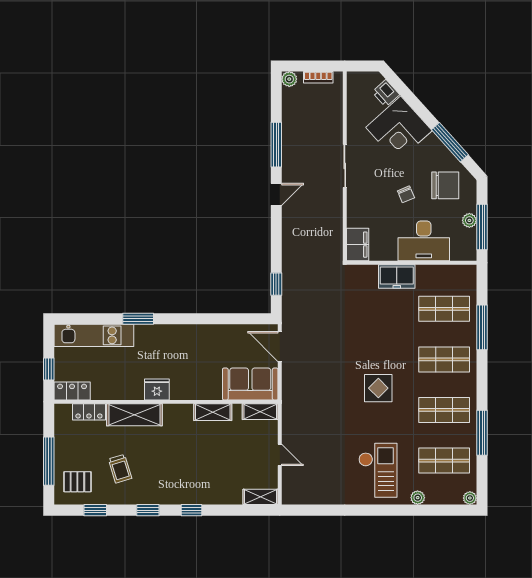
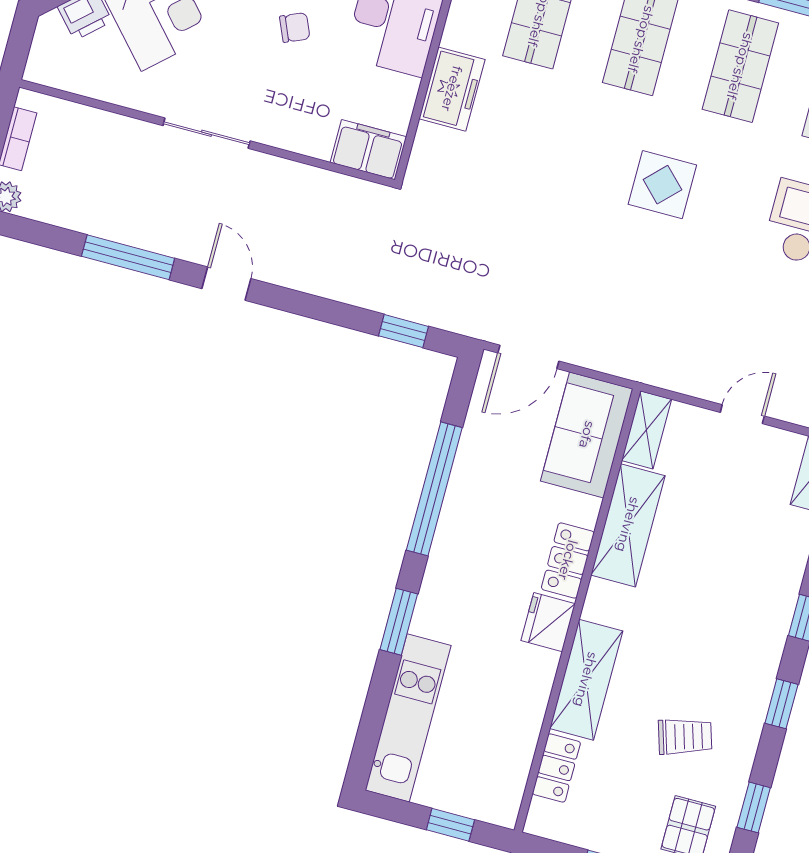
window: (205, 319) -> (434, 489), added
locker: (72, 391) -> (568, 560), moved
shelving: (213, 412) -> (628, 525), width x1.50, depth x1.33

